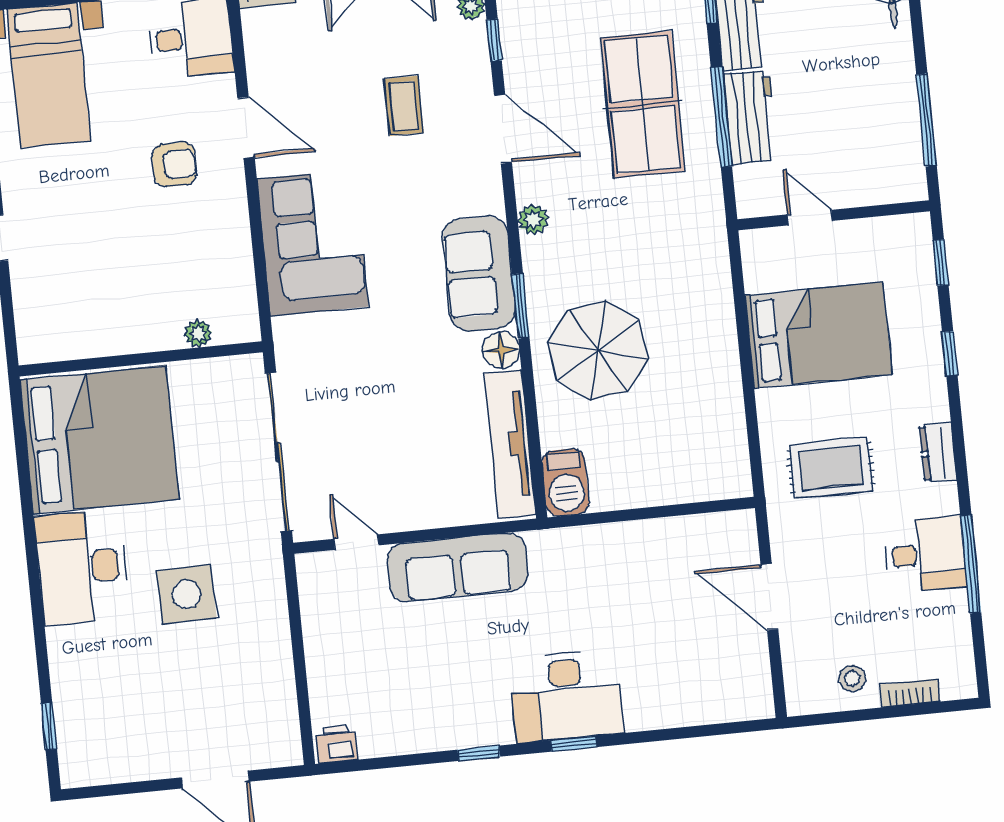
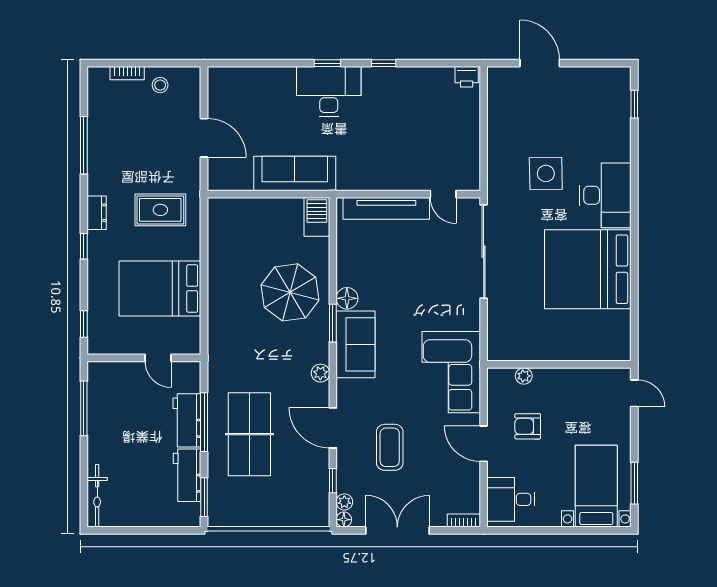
coffee table: (404, 106) -> (390, 447), width x1.36, depth x1.30
plant: (198, 333) -> (524, 376), moved
window: (950, 353) -> (84, 246), moved
wall: (141, 359) -> (559, 364), moved
tv unit: (510, 444) -> (386, 208), moved, turned 90
desk: (925, 554) -> (110, 154), removed
sofa: (458, 567) -> (295, 173), moved

